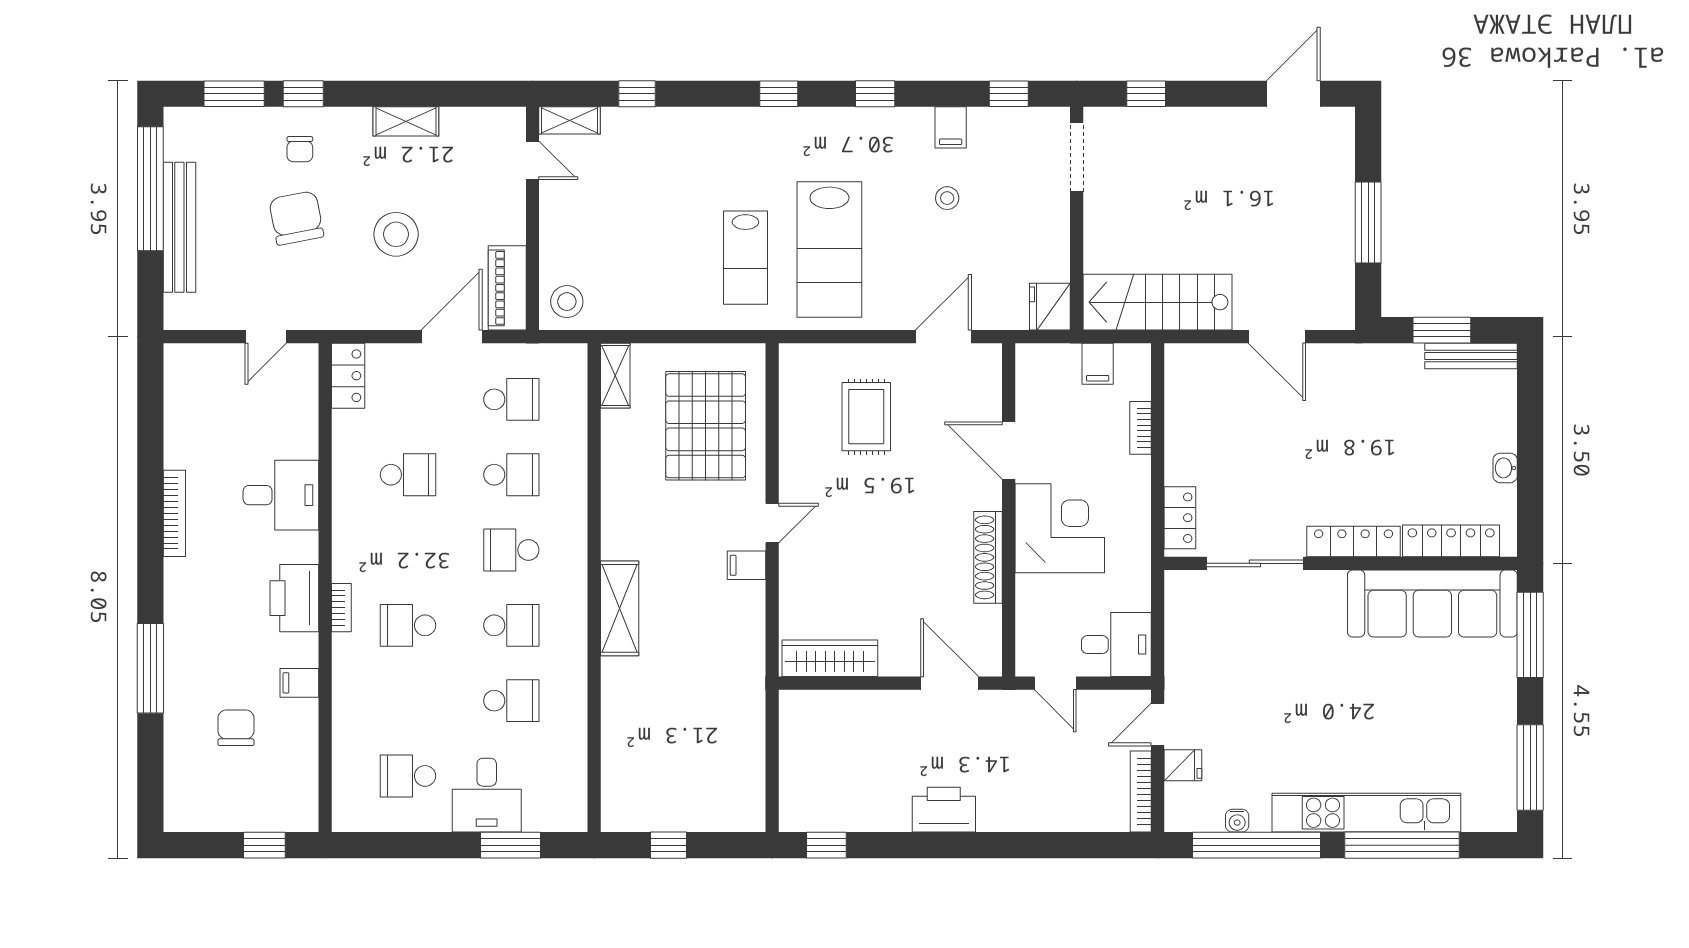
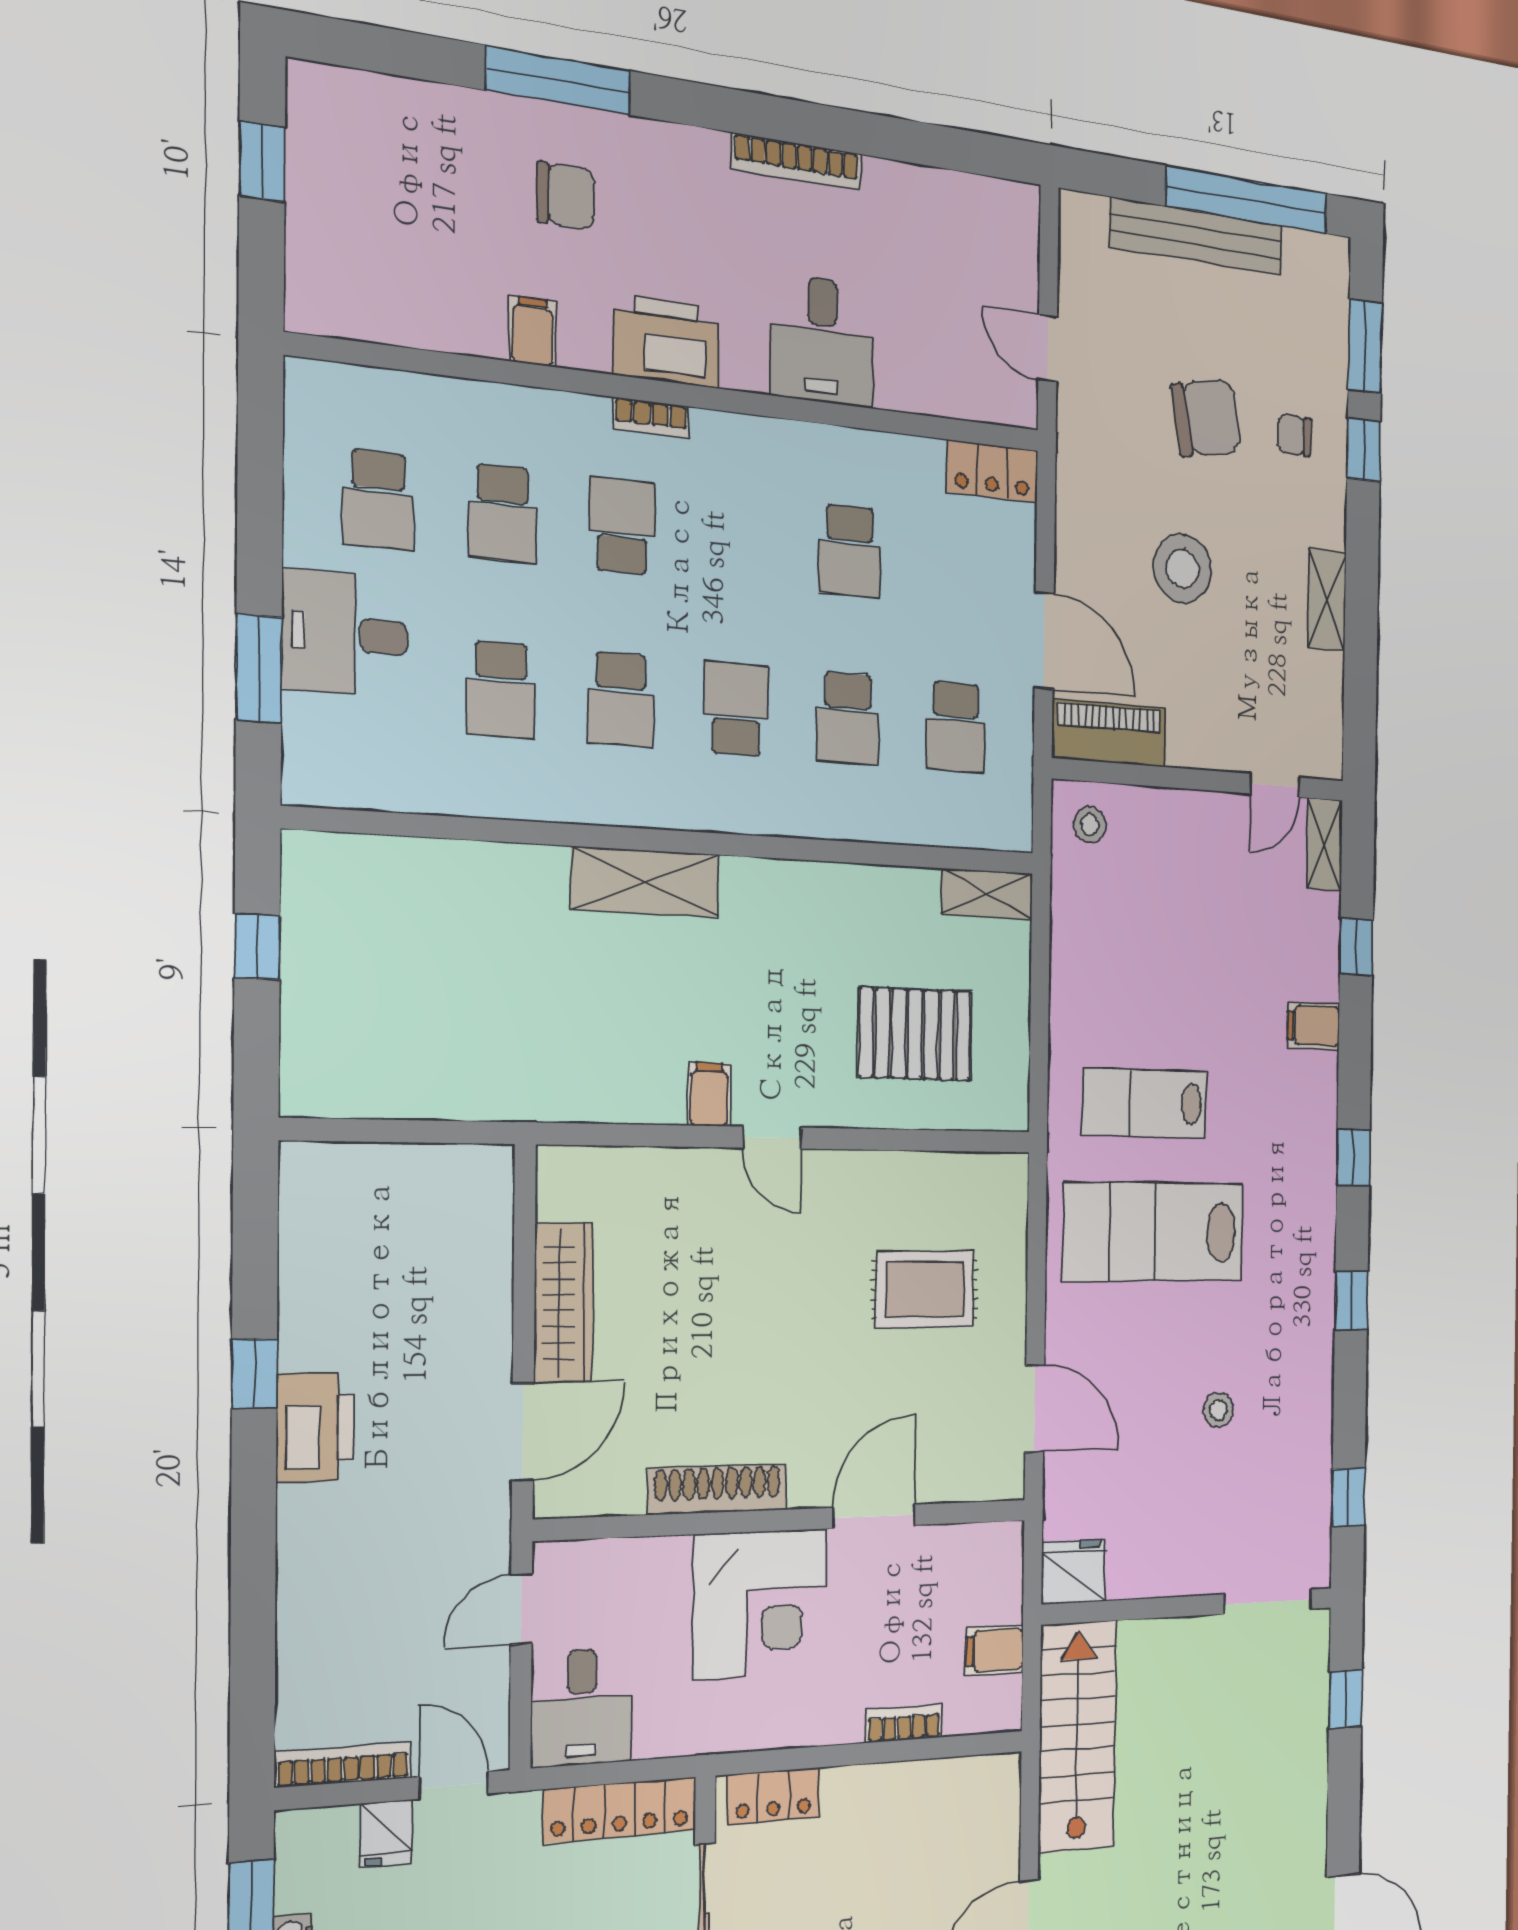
filing cabinet: (951, 127) -> (1313, 1026), moved
stool: (567, 302) -> (1090, 825), width x0.73, depth x0.73
pallet: (706, 426) -> (915, 1034), width x0.73, depth x0.71
locker: (1181, 619) -> (620, 1810), added
wardrobe: (830, 658) -> (563, 1303), moved
school desk: (408, 701) -> (502, 513), added
chair: (236, 728) -> (566, 196), moved
school desk: (408, 776) -> (378, 500), turned 180
window: (264, 845) -> (262, 162), moved
window: (826, 845) -> (254, 1374), moved

